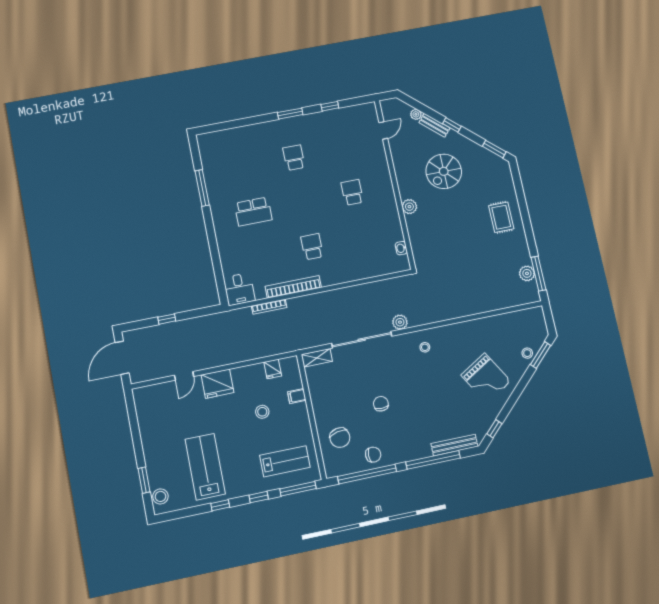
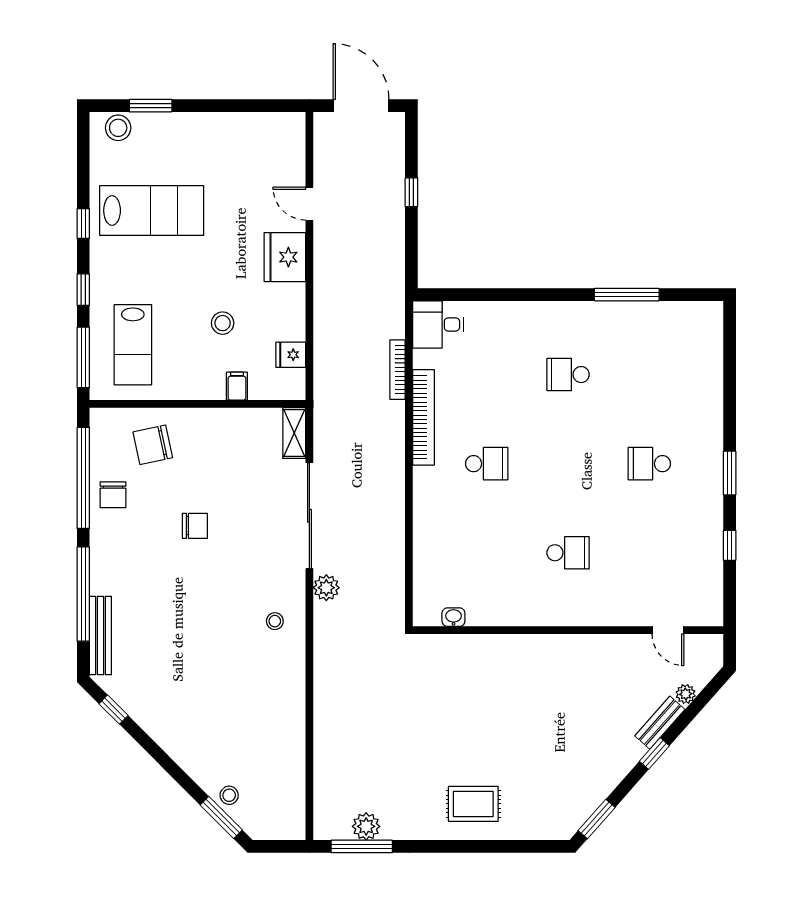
school desk: (294, 158) -> (649, 464), turned 180
spiral stairs: (444, 171) -> (574, 721), removed
plant: (409, 207) -> (523, 647), removed
school desk: (253, 212) -> (568, 375), width x0.54
grand piano: (486, 378) -> (201, 714), removed

